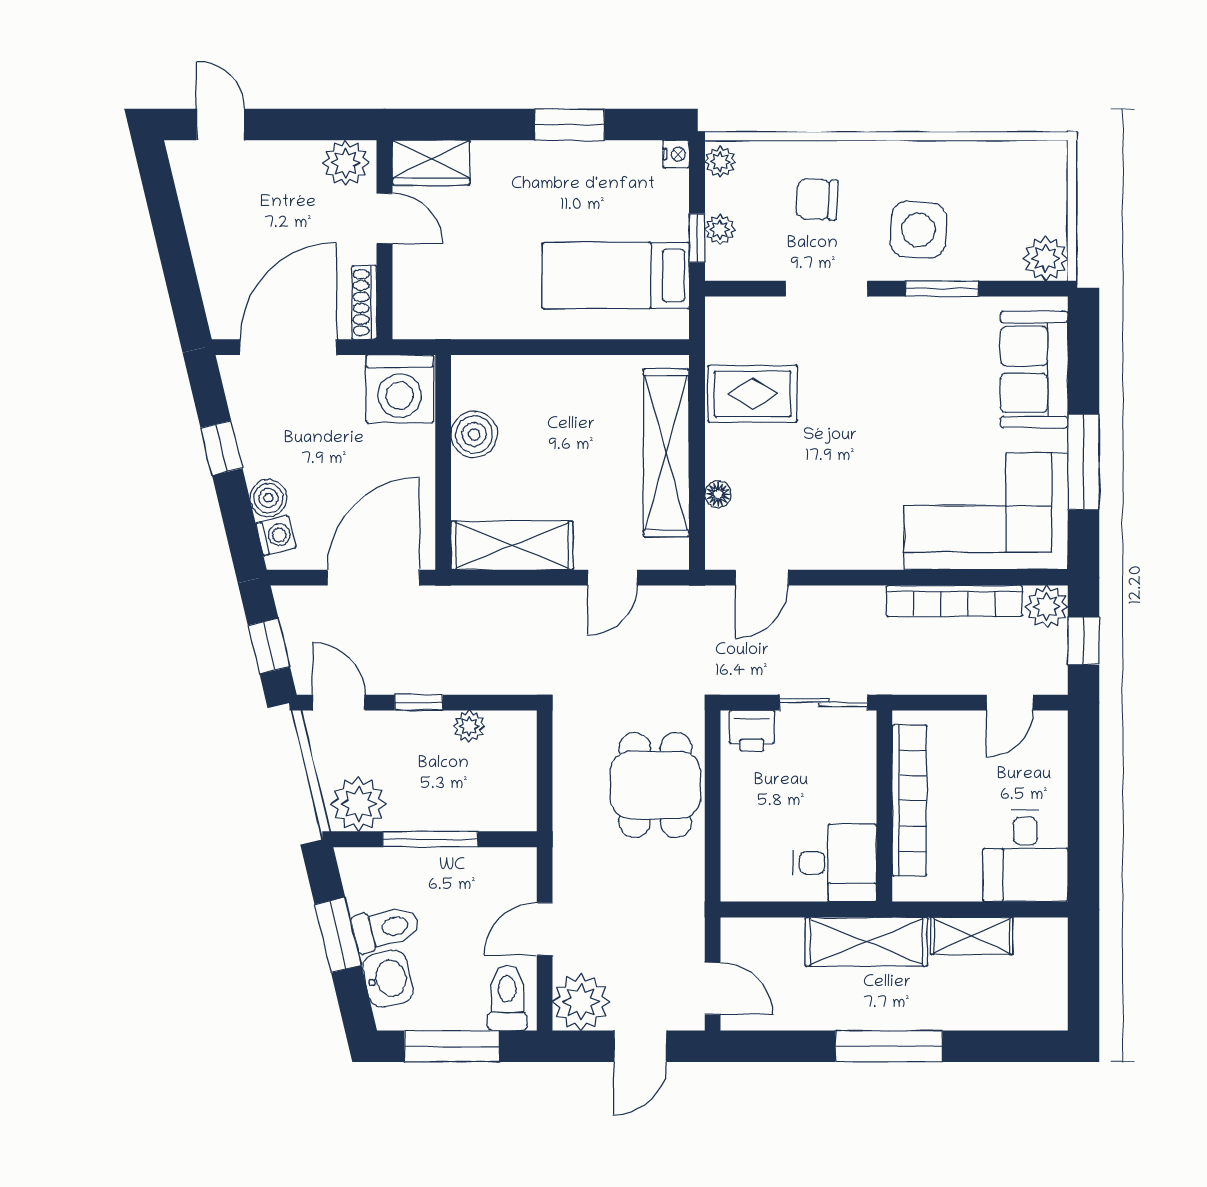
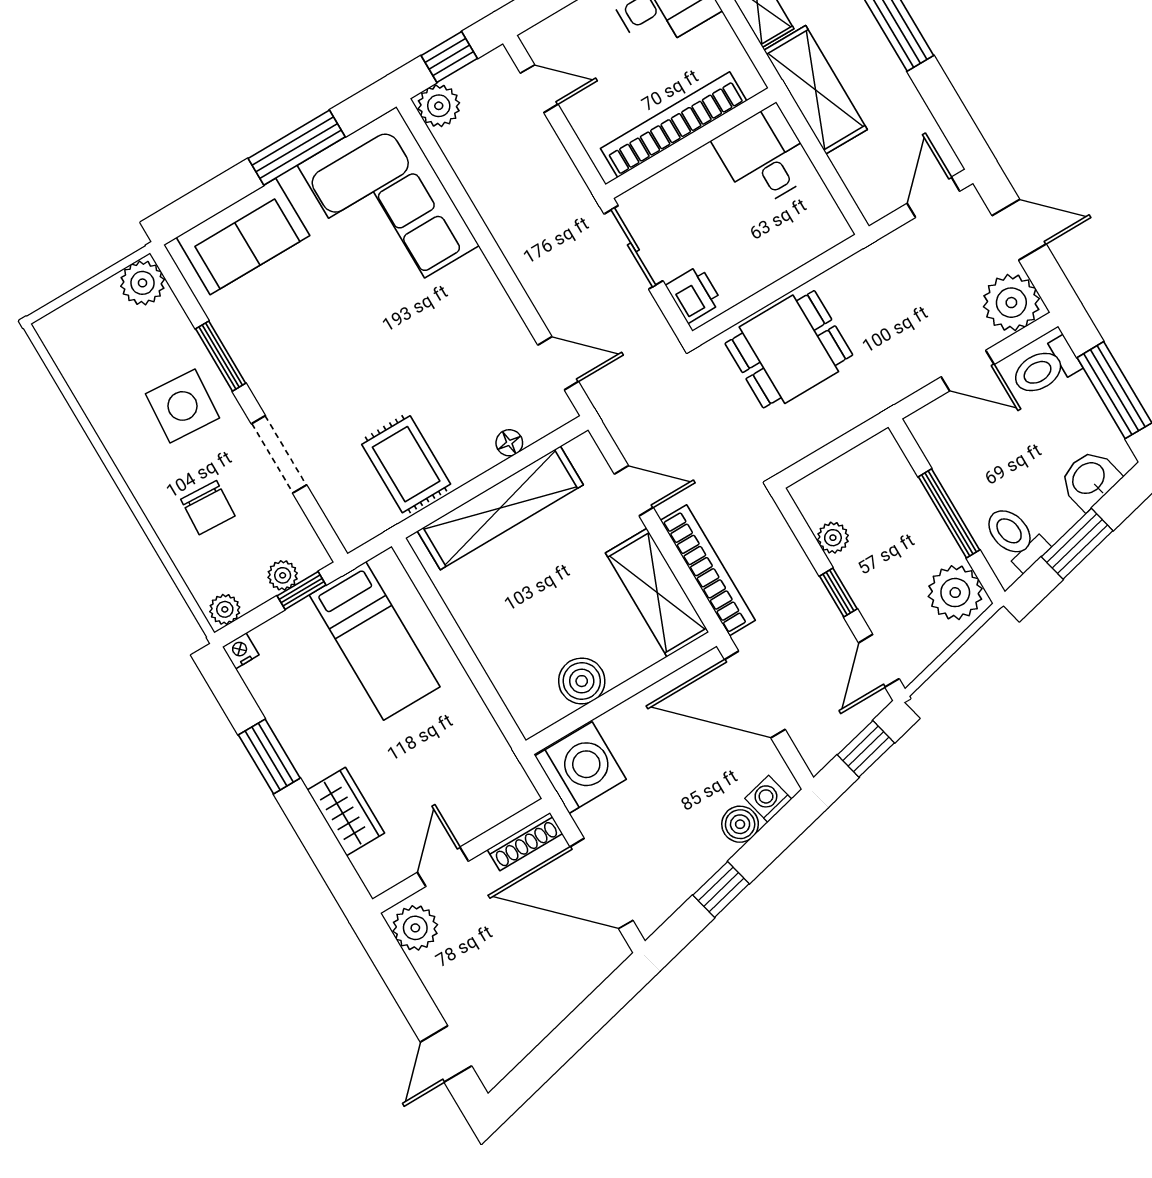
wardrobe: (431, 163) -> (346, 811), moved
bookcase: (954, 601) -> (708, 570), moved
toilet: (386, 928) -> (1015, 537), moved

